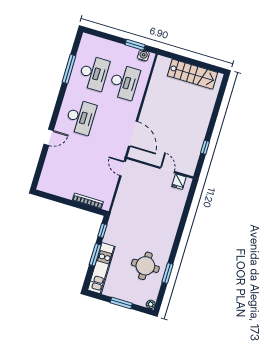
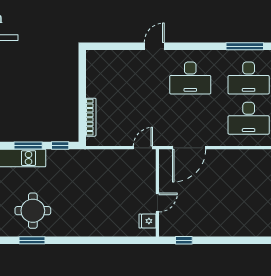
door: (49, 137) -> (154, 46), swing flipped
window: (205, 147) -> (184, 240), moved

